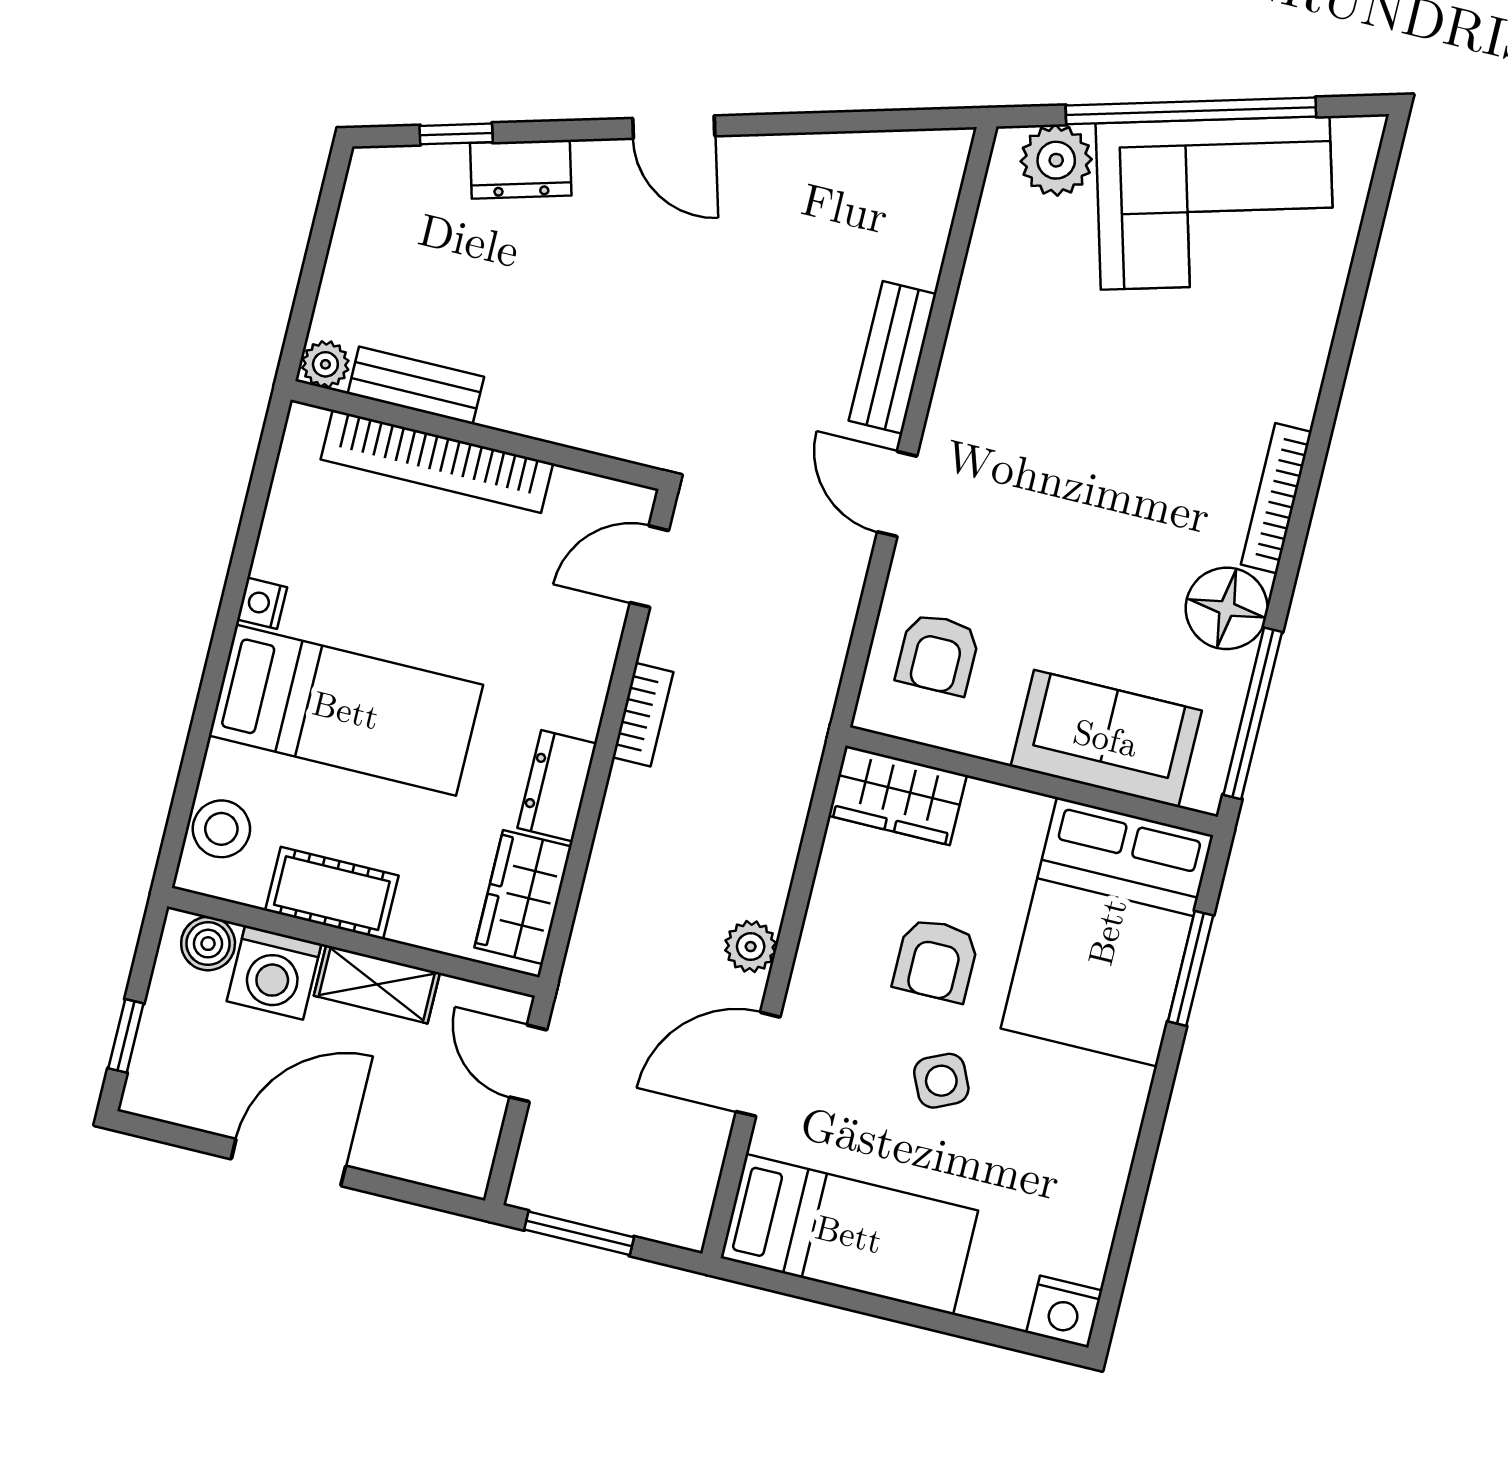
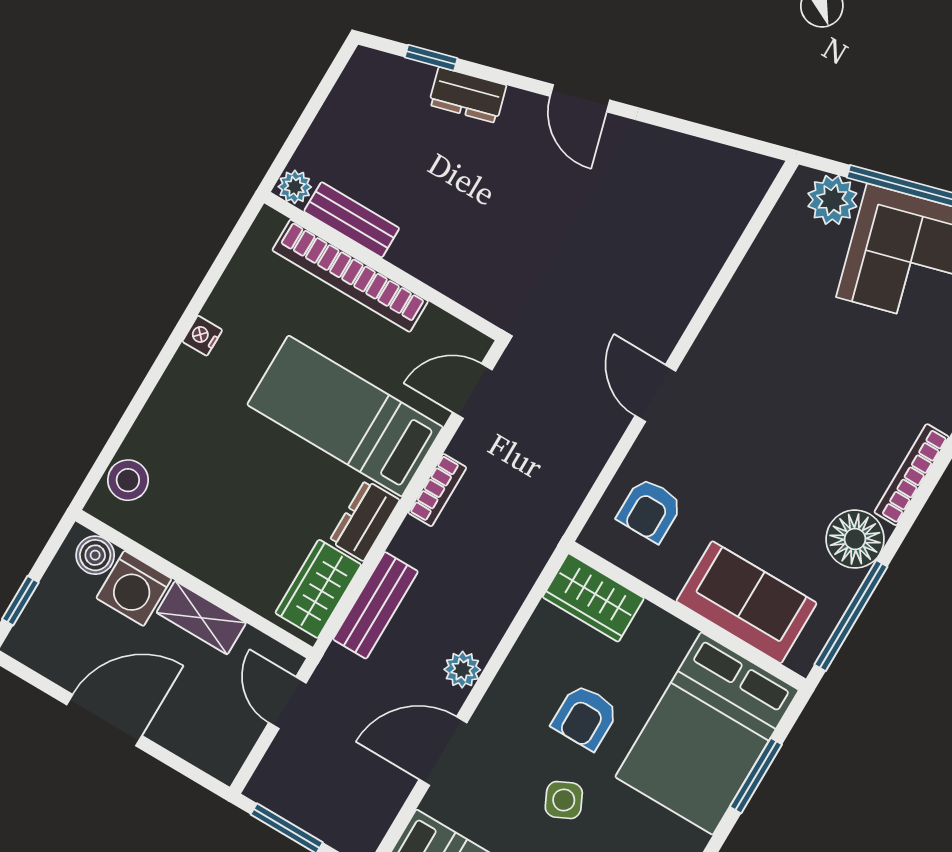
bench: (893, 357) -> (376, 605), moved
bed: (346, 710) -> (345, 416), moved, turned 180
cot: (332, 893) -> (190, 547), removed

